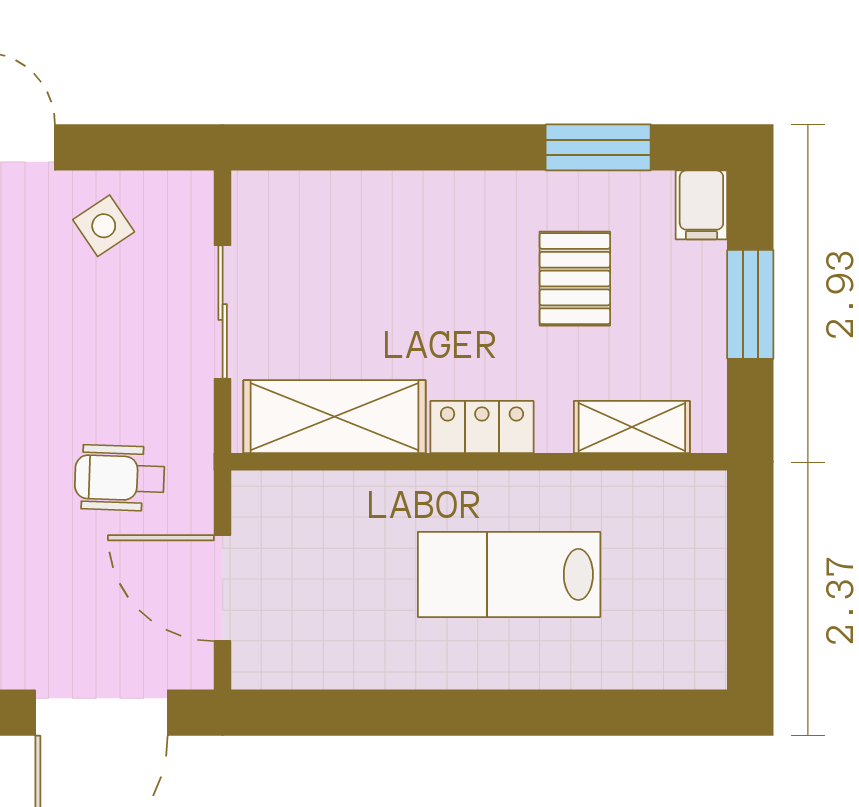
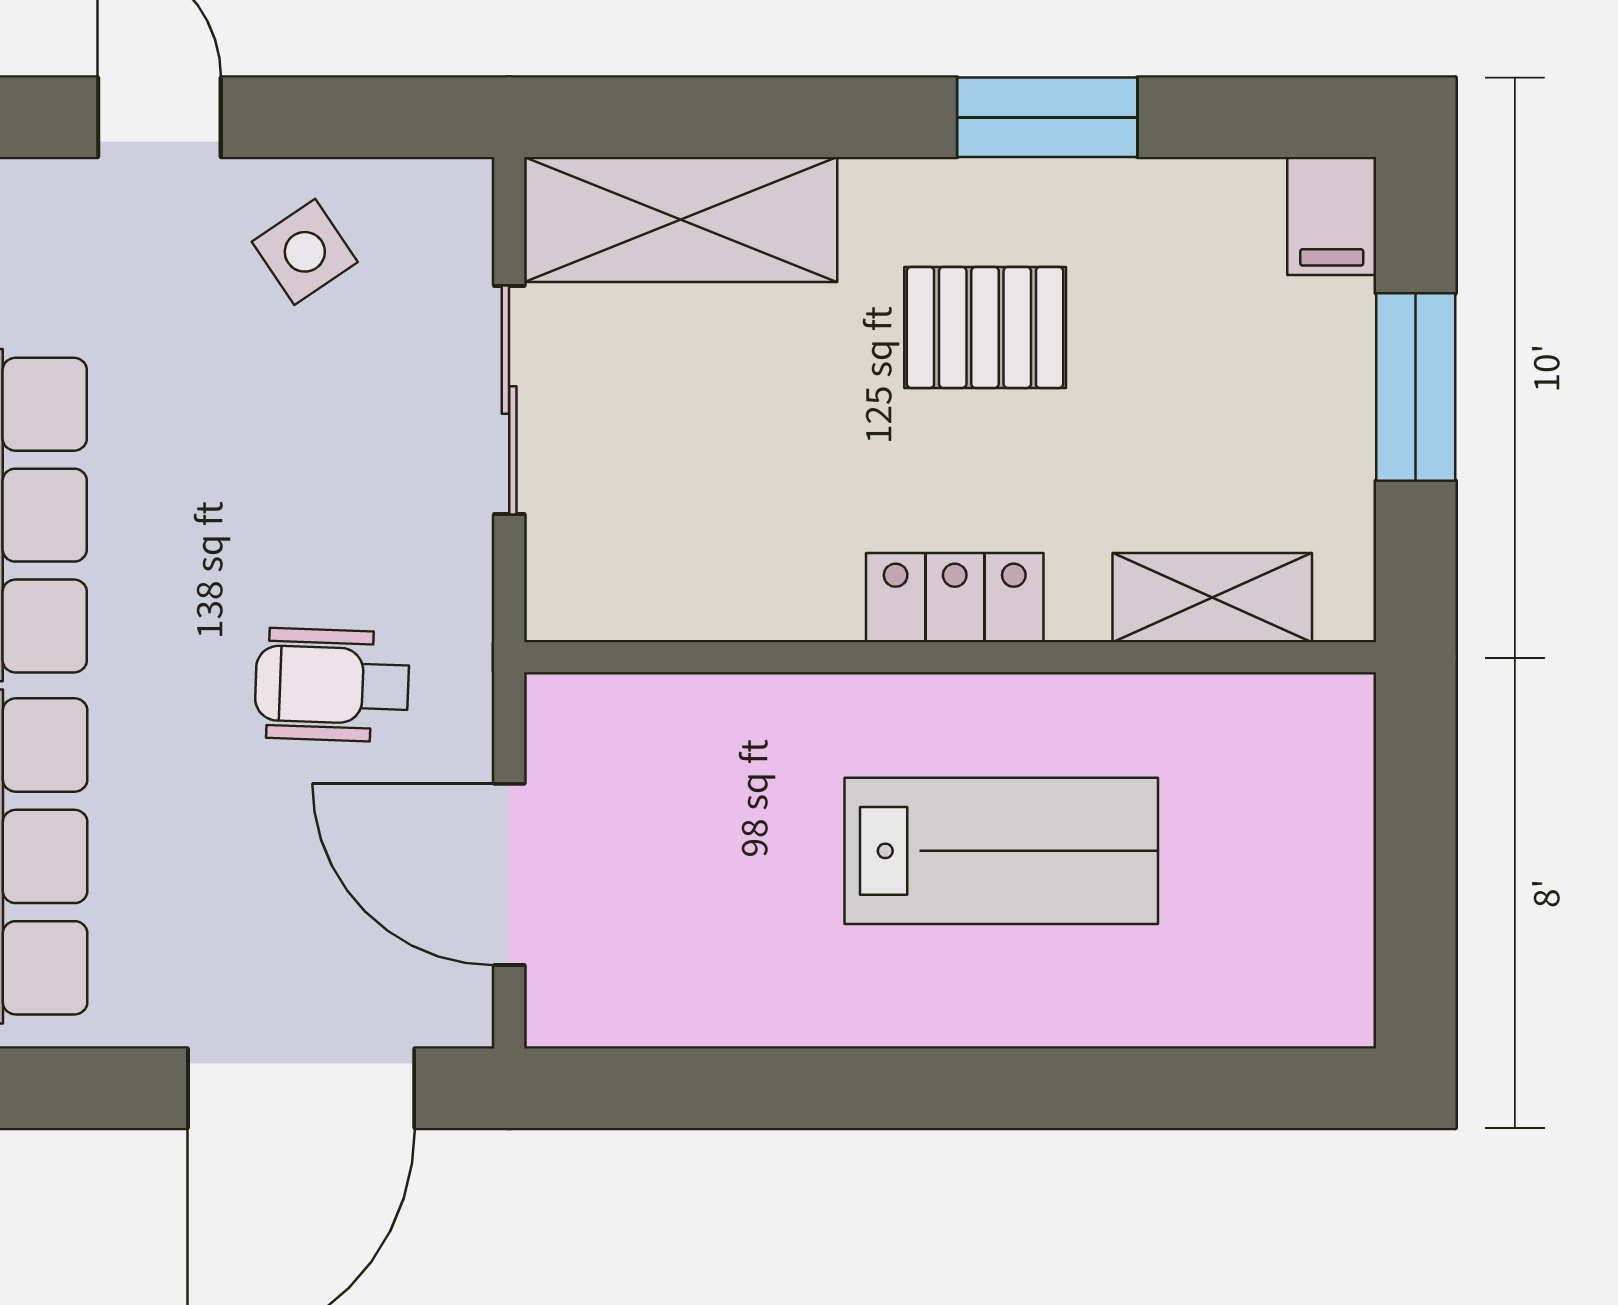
window: (598, 147) -> (1047, 117), moved
pallet: (575, 279) -> (985, 327), moved, turned 90
shelving: (335, 417) -> (681, 219), moved
lab bench: (509, 574) -> (1001, 851), turned 180

